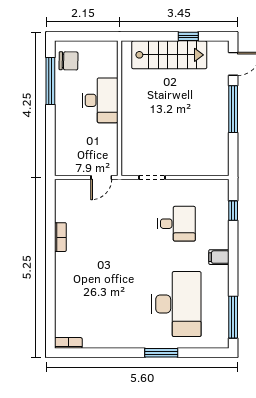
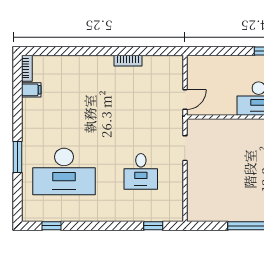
door: (101, 178) -> (185, 100), swing flipped
filing cabinet: (219, 257) -> (31, 90), moved, turned 90
window: (233, 317) -> (51, 226), width x0.46

